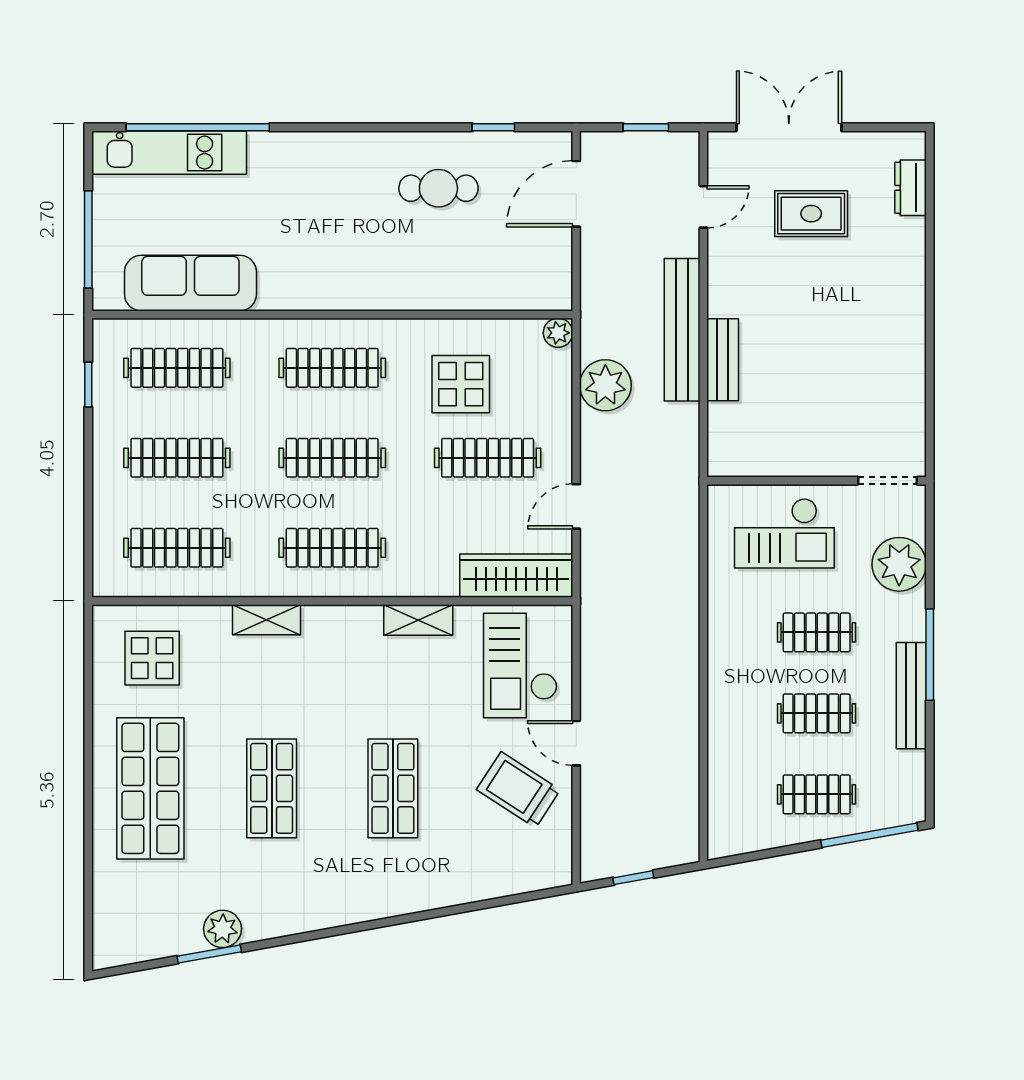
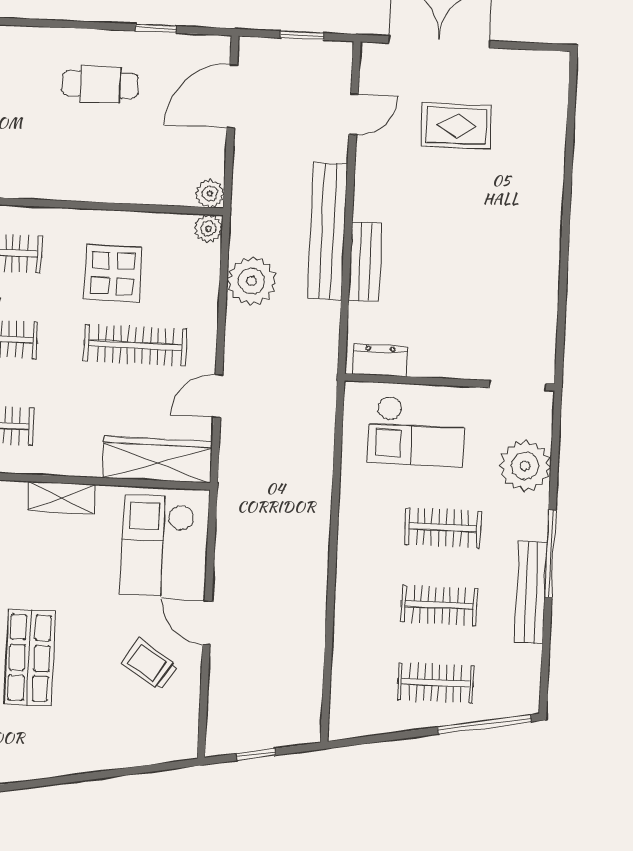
dresser: (911, 188) -> (380, 360), moved, turned 90
plant: (558, 296) -> (210, 193), added
trolley: (518, 790) -> (150, 665), width x0.73, depth x0.72

